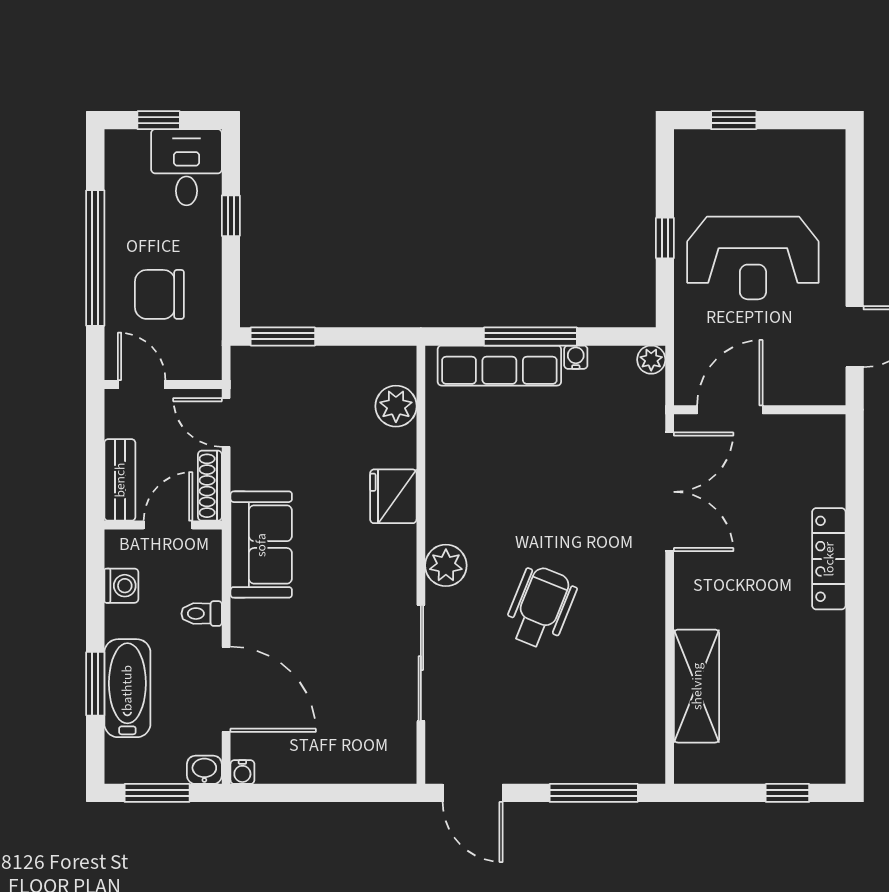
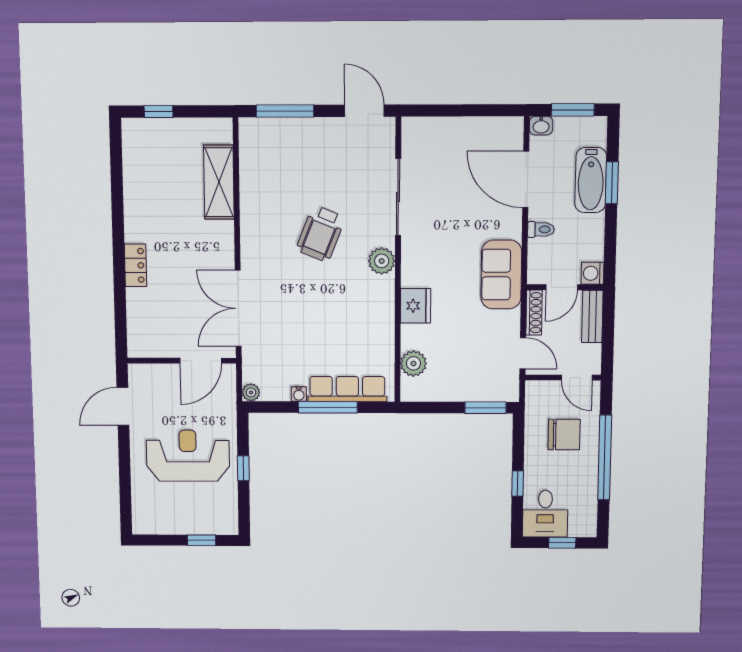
locker: (829, 559) -> (136, 265), width x0.66
washing machine: (121, 586) -> (592, 273), moved
water cooler: (242, 772) -> (516, 124), removed

